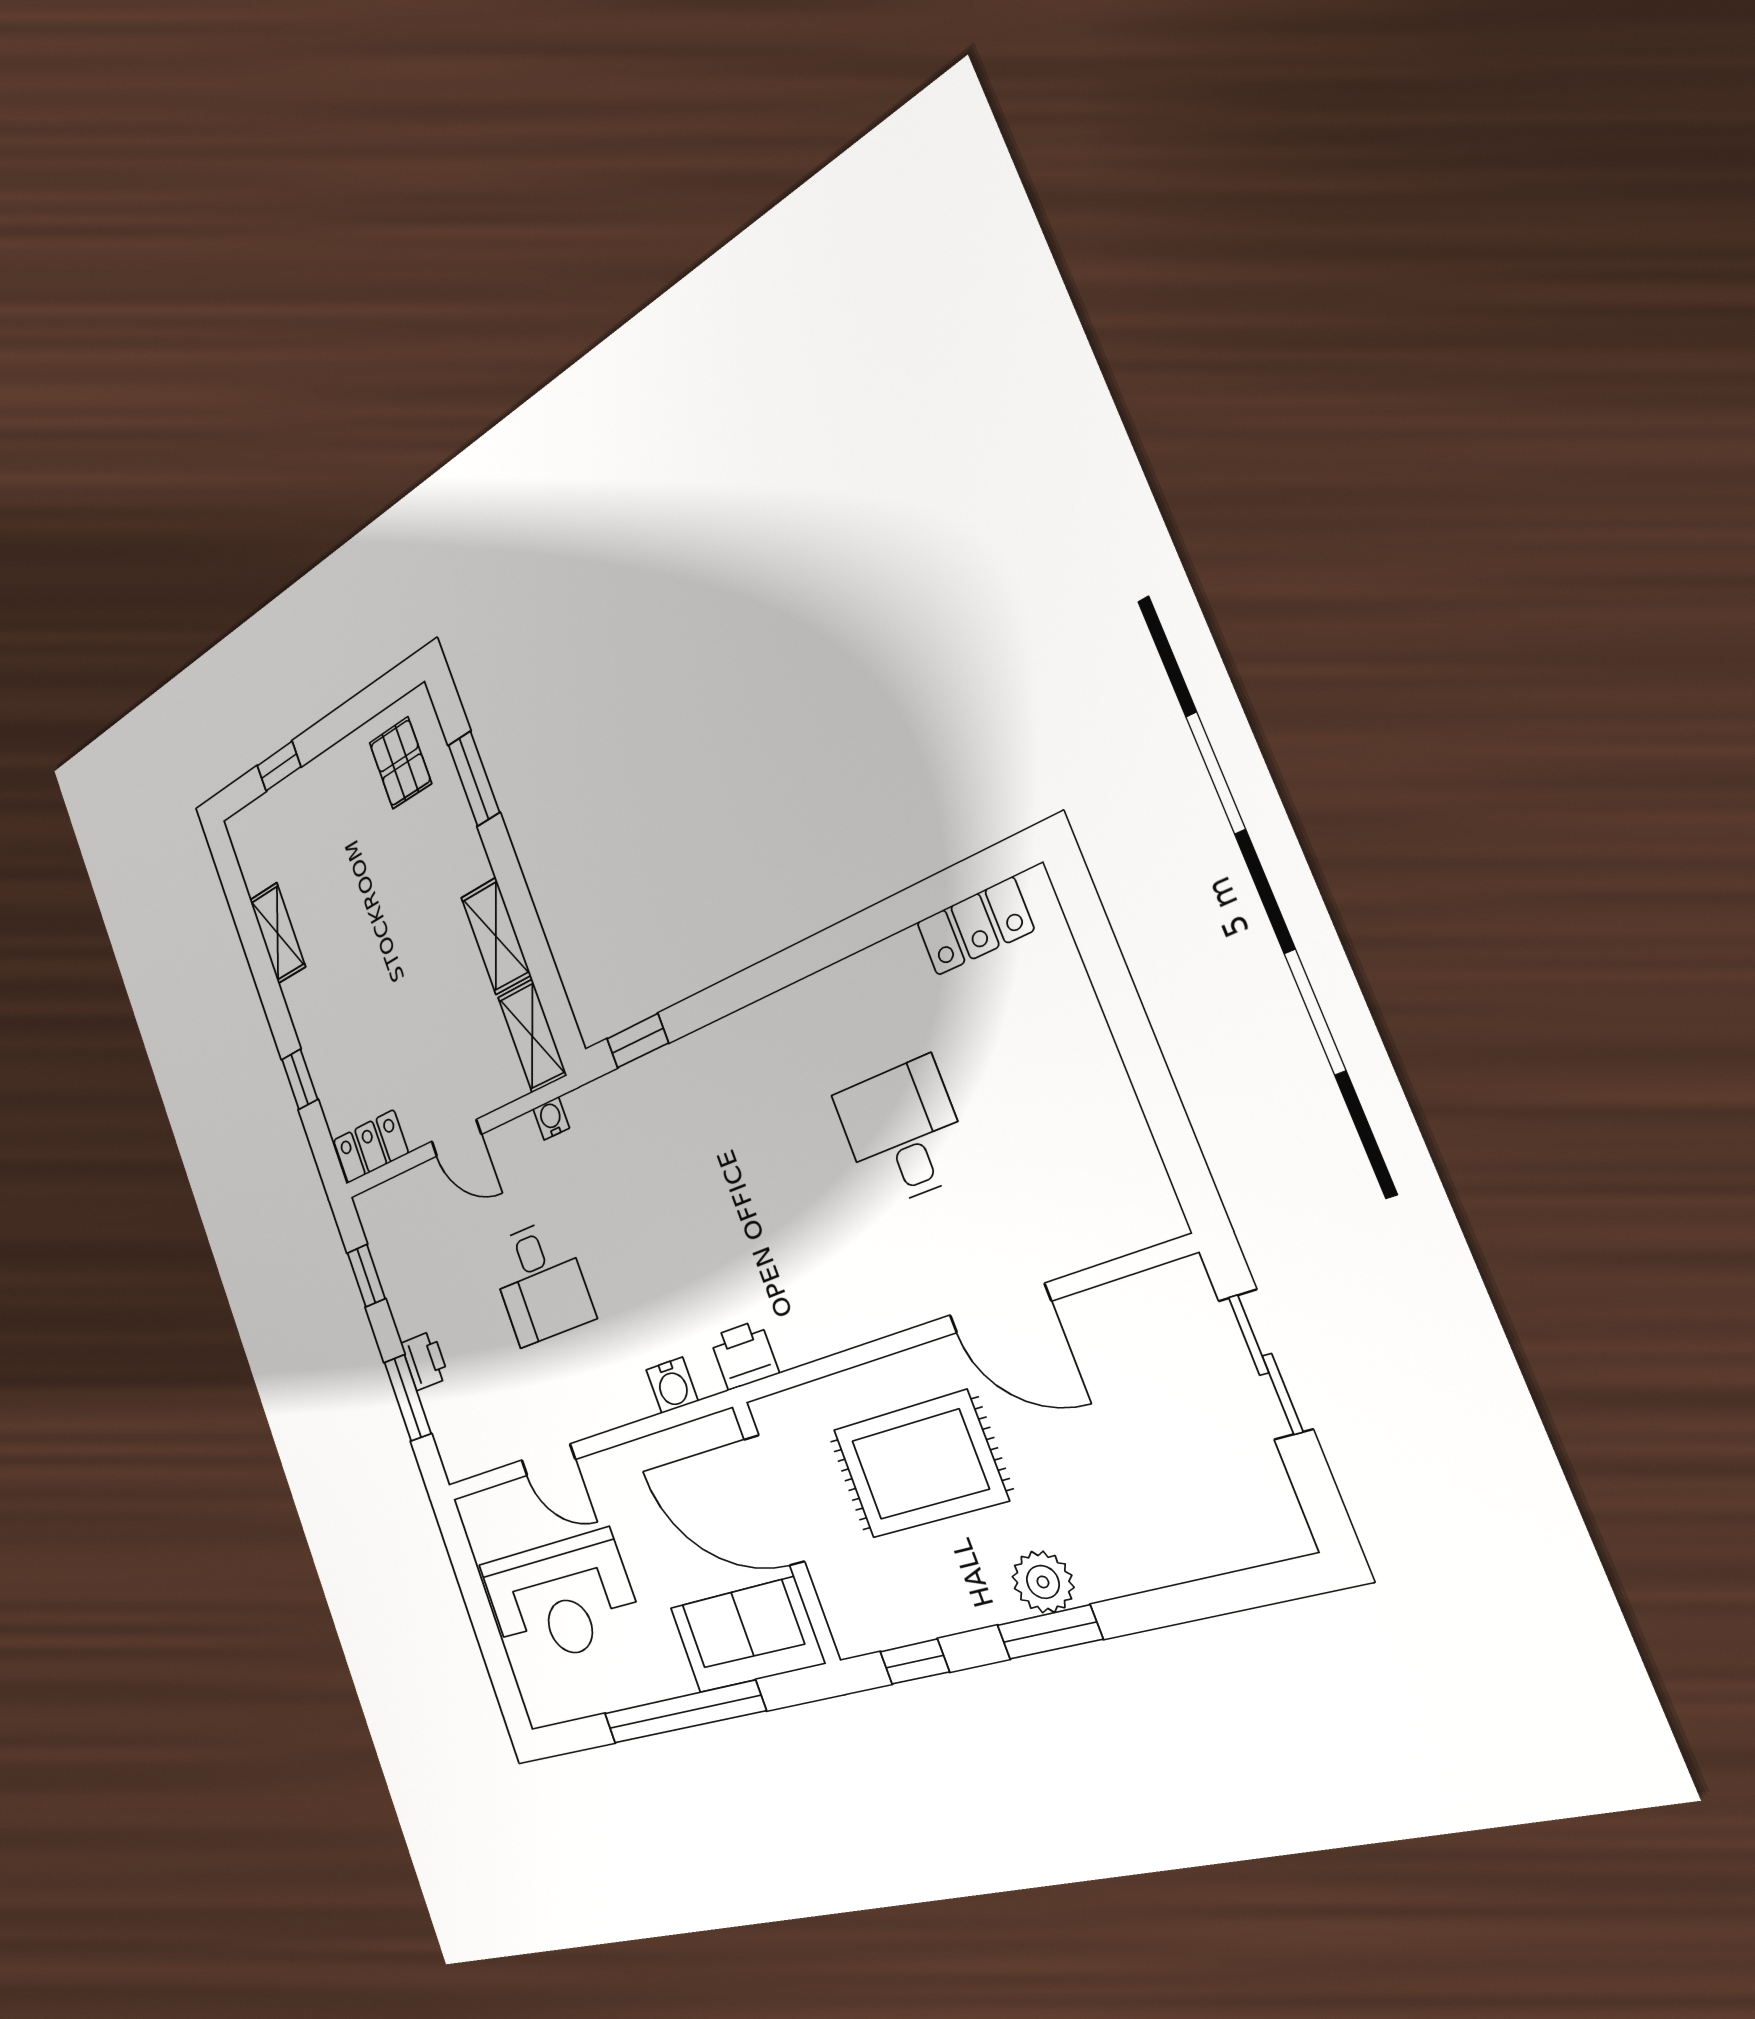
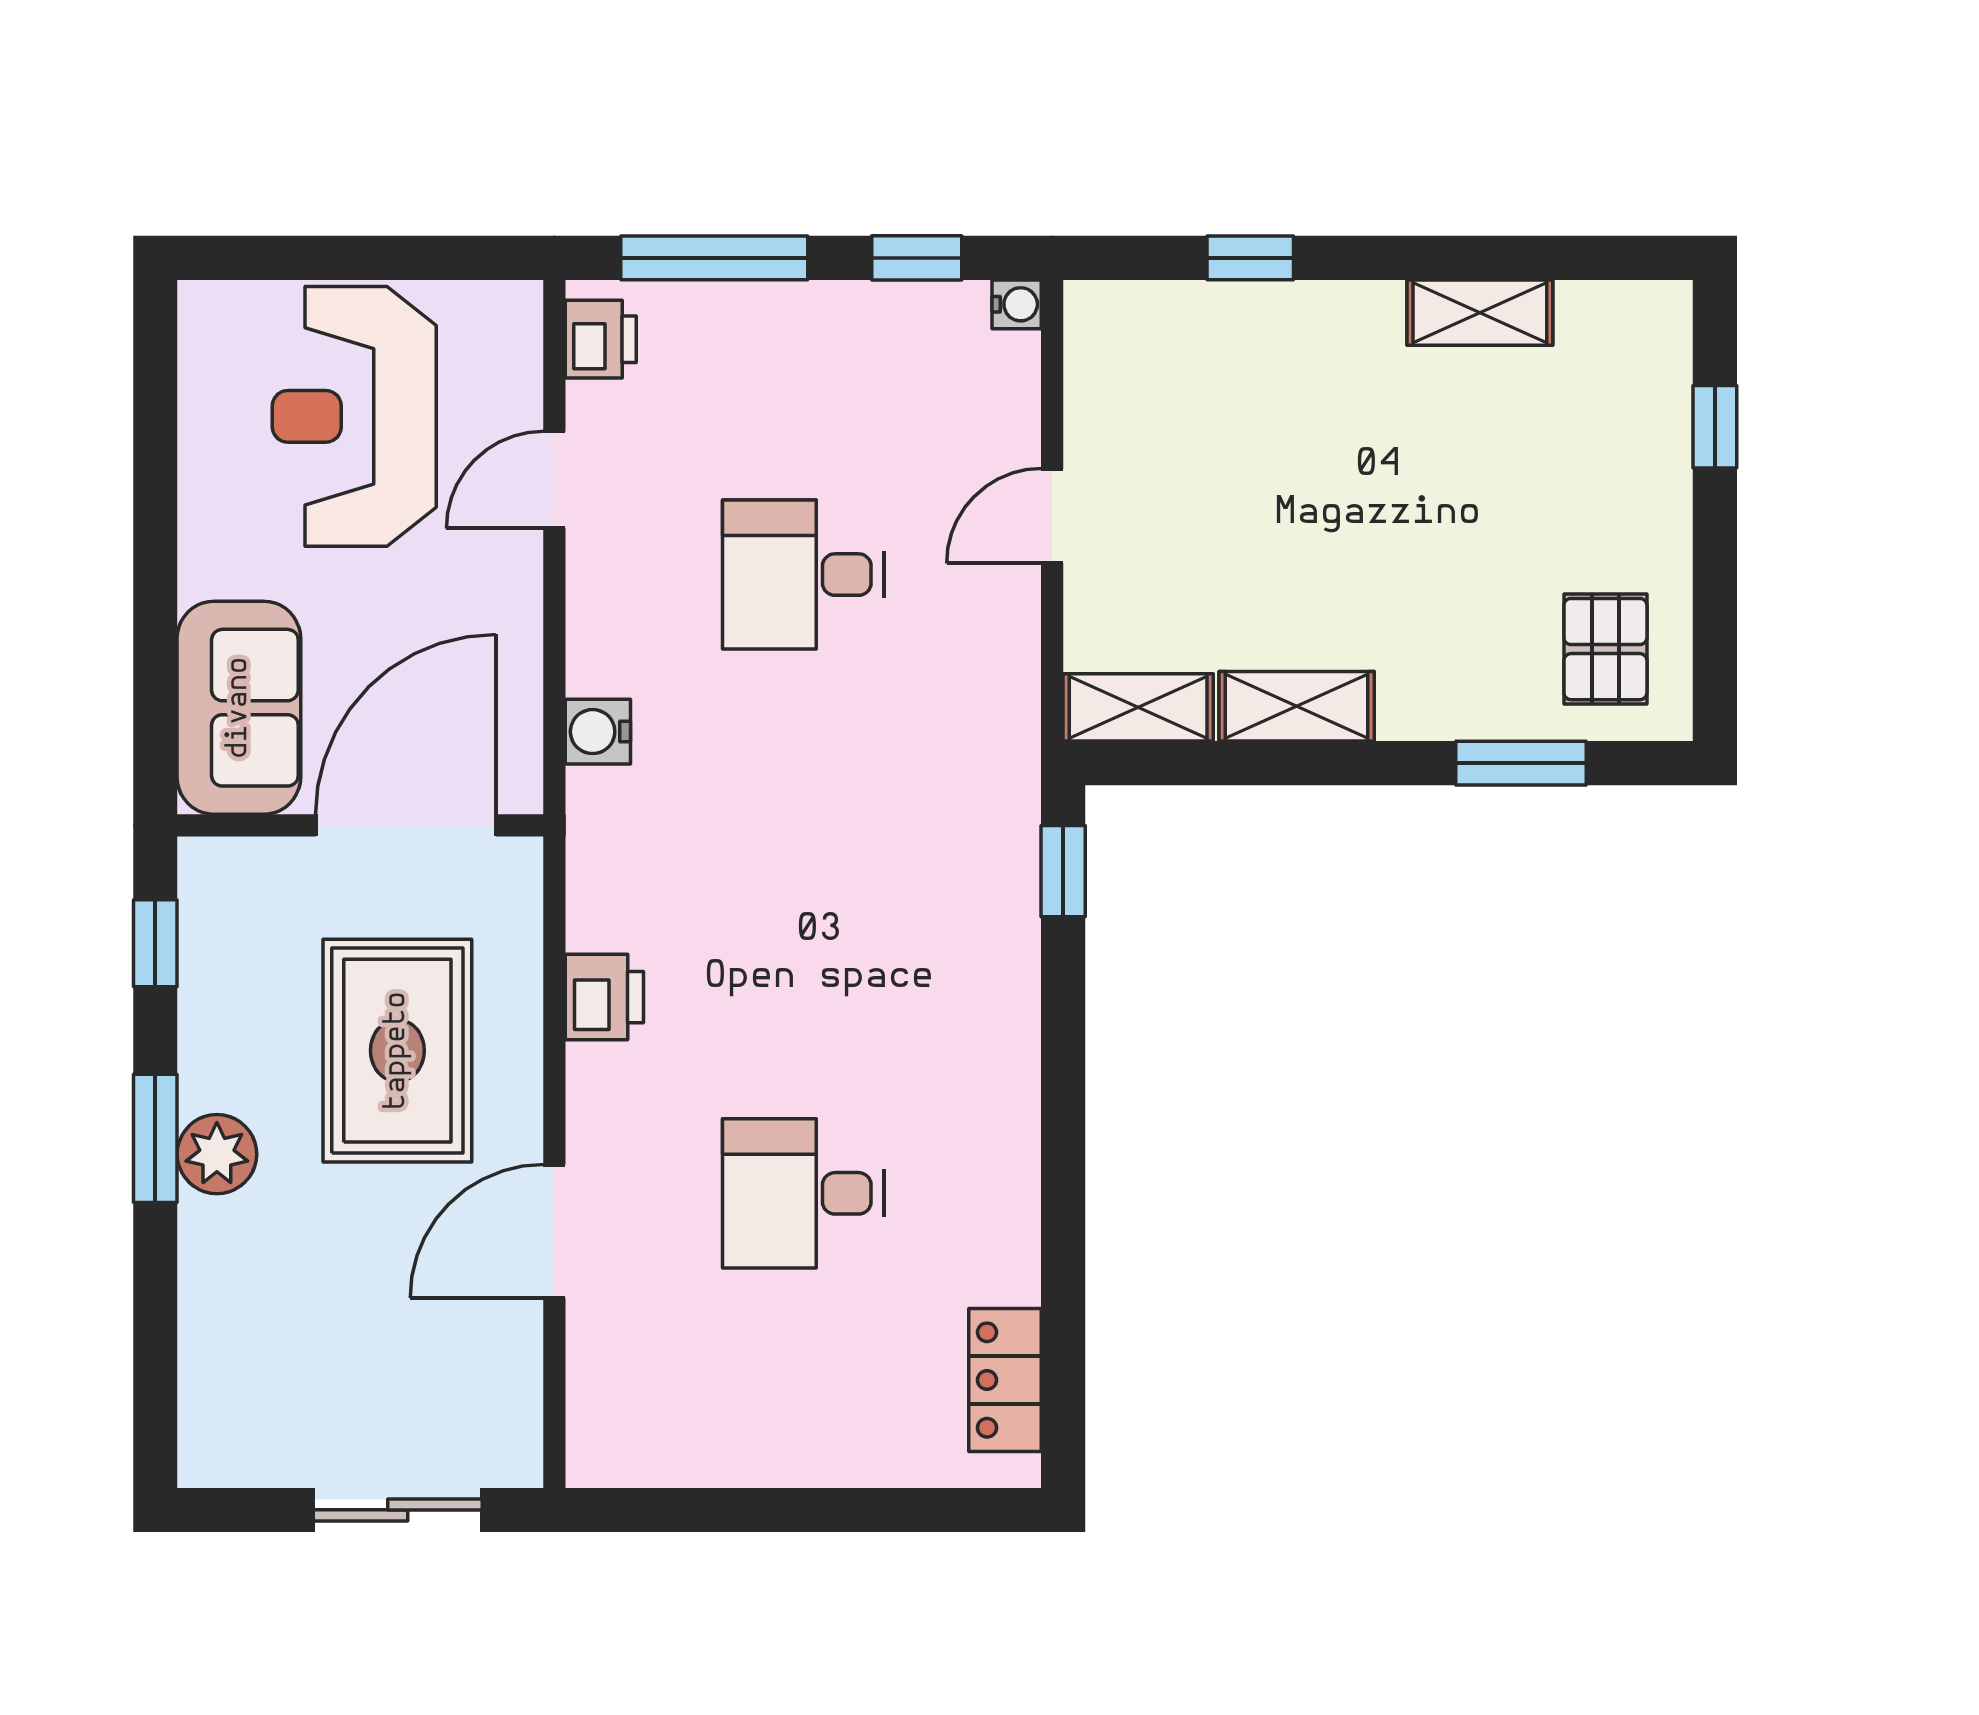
pallet: (400, 763) -> (1605, 649), turned 90
water cooler: (551, 1118) -> (1017, 304), moved
desk: (903, 1133) -> (803, 1193), turned 180
locker: (371, 1147) -> (1100, 352), removed
printer: (744, 1355) -> (604, 997), moved
printer: (425, 1361) -> (601, 339), moved, turned -90
window: (408, 1398) -> (714, 258), width x1.44
window: (683, 1712) -> (155, 561), removed

